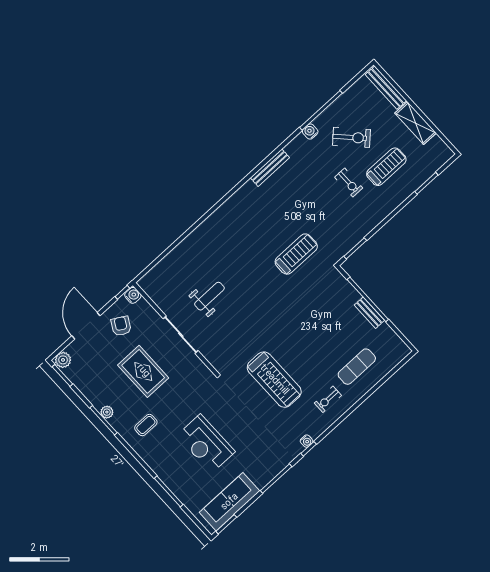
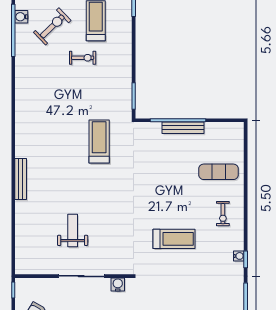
water cooler: (310, 132) -> (21, 17), moved
bench: (270, 168) -> (21, 179), moved
water cooler: (133, 295) -> (118, 284), moved
bench: (369, 313) -> (183, 128), width x1.36
exercise mat: (357, 367) -> (219, 172), turned 90
treadmill: (274, 380) -> (174, 239), width x0.73, depth x0.73

